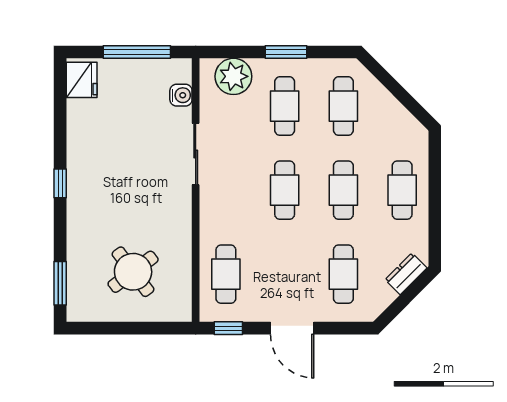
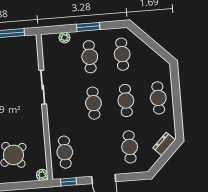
plant: (233, 76) -> (64, 38), width x0.53, depth x0.53
water cooler: (181, 95) -> (32, 55), removed
plant: (182, 312) -> (42, 175), added

